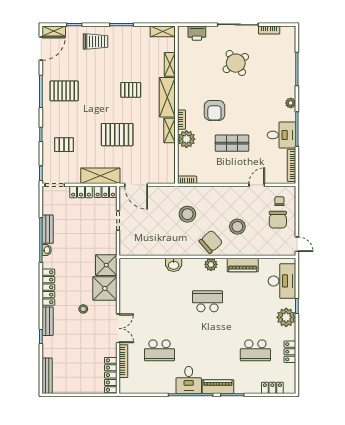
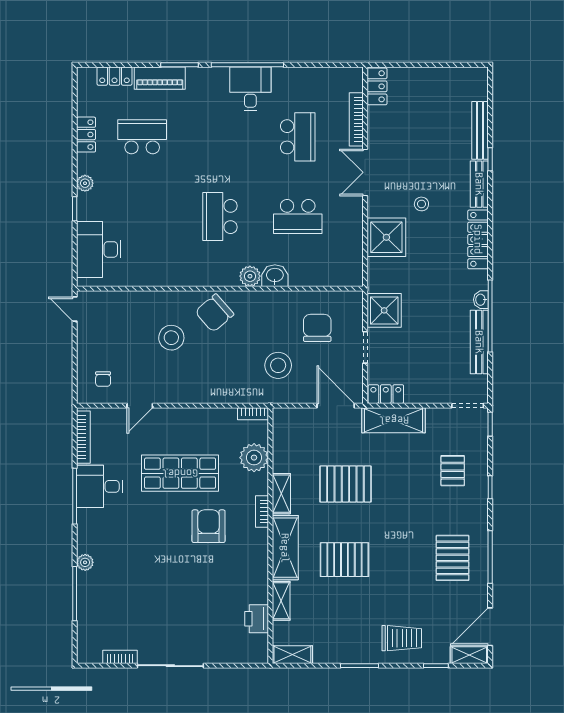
printer: (197, 33) -> (257, 619), moved, turned -90
trolley: (95, 41) -> (402, 638), turned 180
round table: (236, 63) -> (174, 603), removed
pallet: (131, 90) -> (344, 560), width x1.50, depth x1.42
pallet: (64, 91) -> (452, 558), turned 90
plant: (291, 103) -> (85, 562), moved
pallet: (117, 135) -> (345, 484), moved
plant: (186, 139) -> (254, 458), moved
shop shelf: (232, 143) -> (180, 473), width x1.43, depth x1.36
pallet: (64, 145) -> (453, 471), turned 90
locker: (81, 192) -> (425, 394), removed
stool: (187, 214) -> (278, 365), moved
chair: (278, 220) -> (317, 328), moved
bench: (48, 229) -> (479, 342), width x1.36
plant: (211, 264) -> (250, 276), moved
shower: (106, 265) -> (384, 310), moved
piano: (243, 265) -> (163, 275), removed
school desk: (160, 301) -> (298, 217), added
school desk: (207, 301) -> (220, 217), turned 90
plant: (286, 317) -> (85, 183), width x0.53, depth x0.53
school desk: (160, 350) -> (298, 137), turned 90
locker: (111, 375) -> (377, 86), width x0.66
bench: (47, 376) -> (480, 130), moved
piano: (218, 387) -> (160, 78), moved

